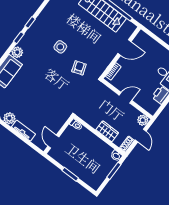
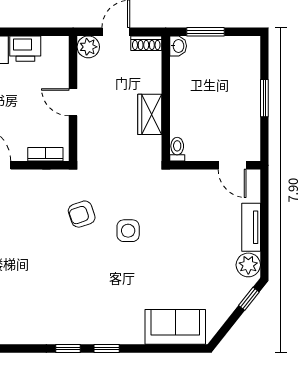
side table: (60, 47) -> (128, 231), moved
plant: (17, 52) -> (132, 333), removed
wardrobe: (107, 131) -> (150, 114), moved
door: (53, 142) -> (232, 165), hinge flipped

